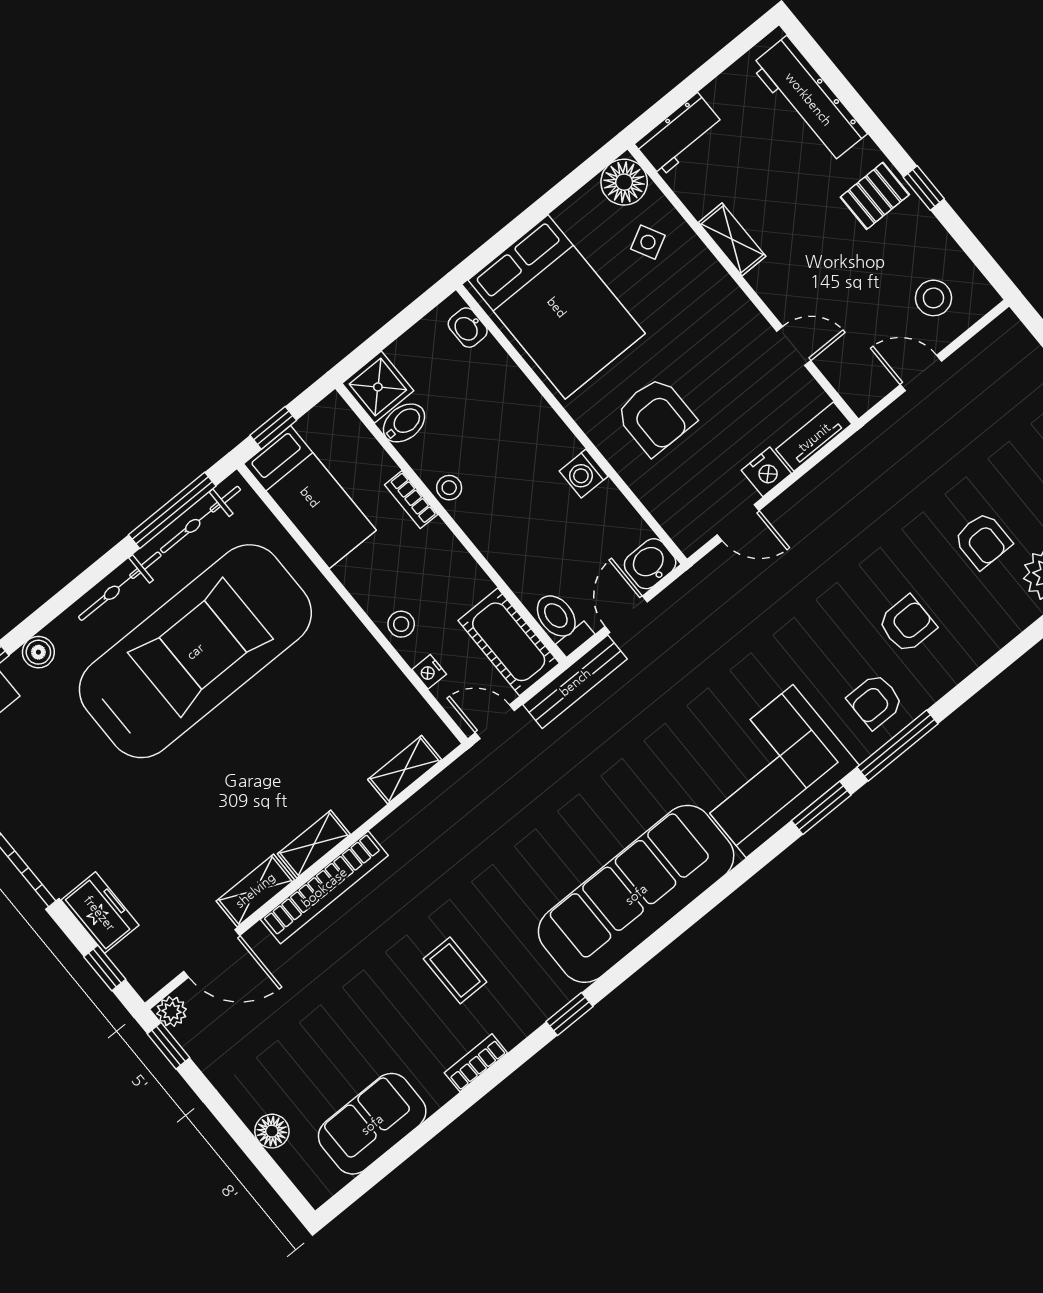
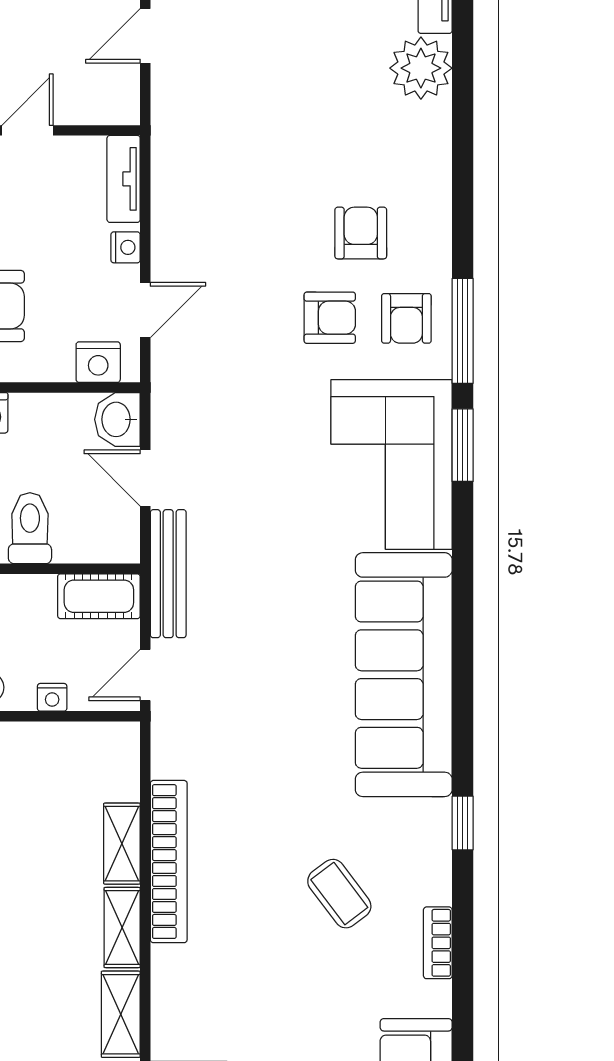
nightstand: (766, 472) -> (126, 247), width x0.72, depth x0.74
nightstand: (678, 520) -> (98, 362), added
armchair: (983, 541) -> (330, 318), moved
toilet: (561, 622) -> (30, 528), moved, turned 90
cot: (509, 642) -> (99, 596), width x0.73, depth x0.75
shelving: (405, 770) -> (122, 844), moved
bookcase: (324, 887) -> (169, 862), moved
coffee table: (455, 970) -> (339, 894), turned 53

